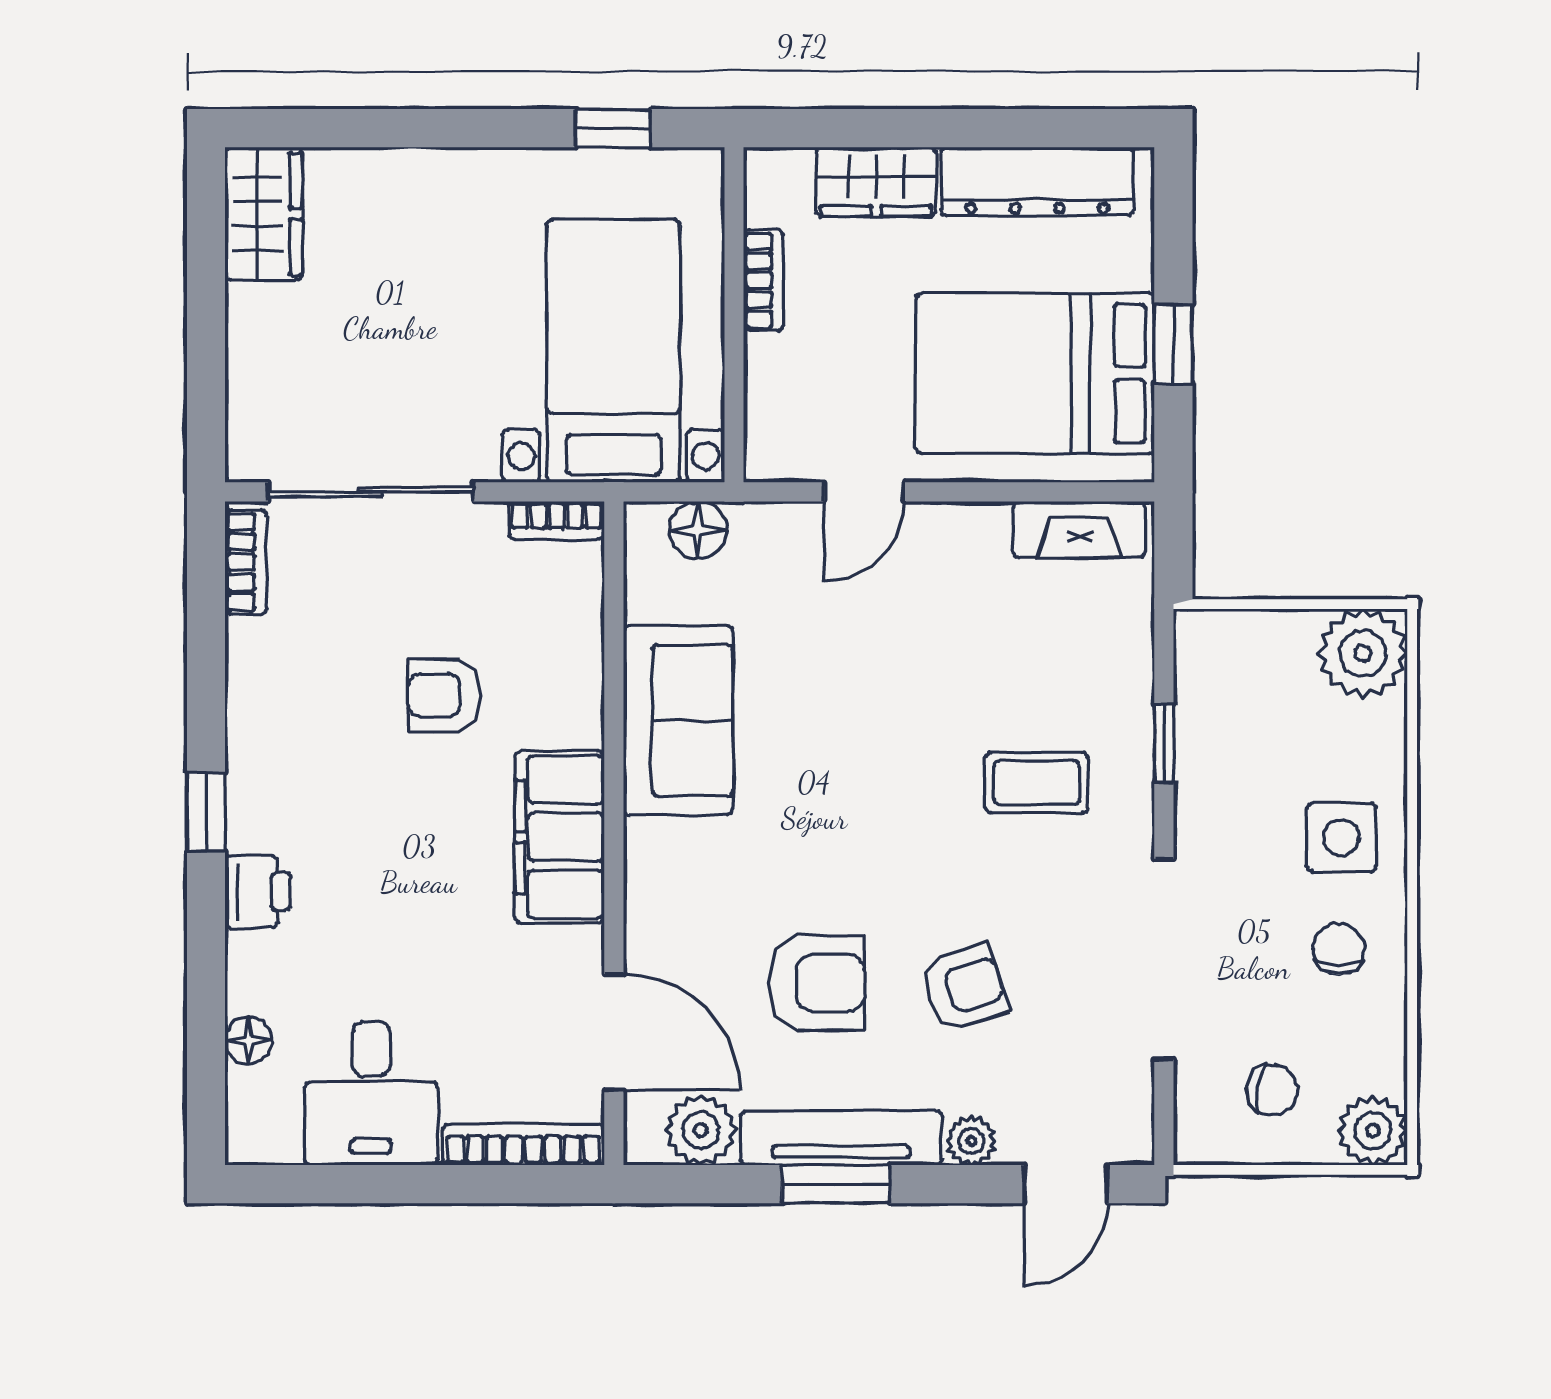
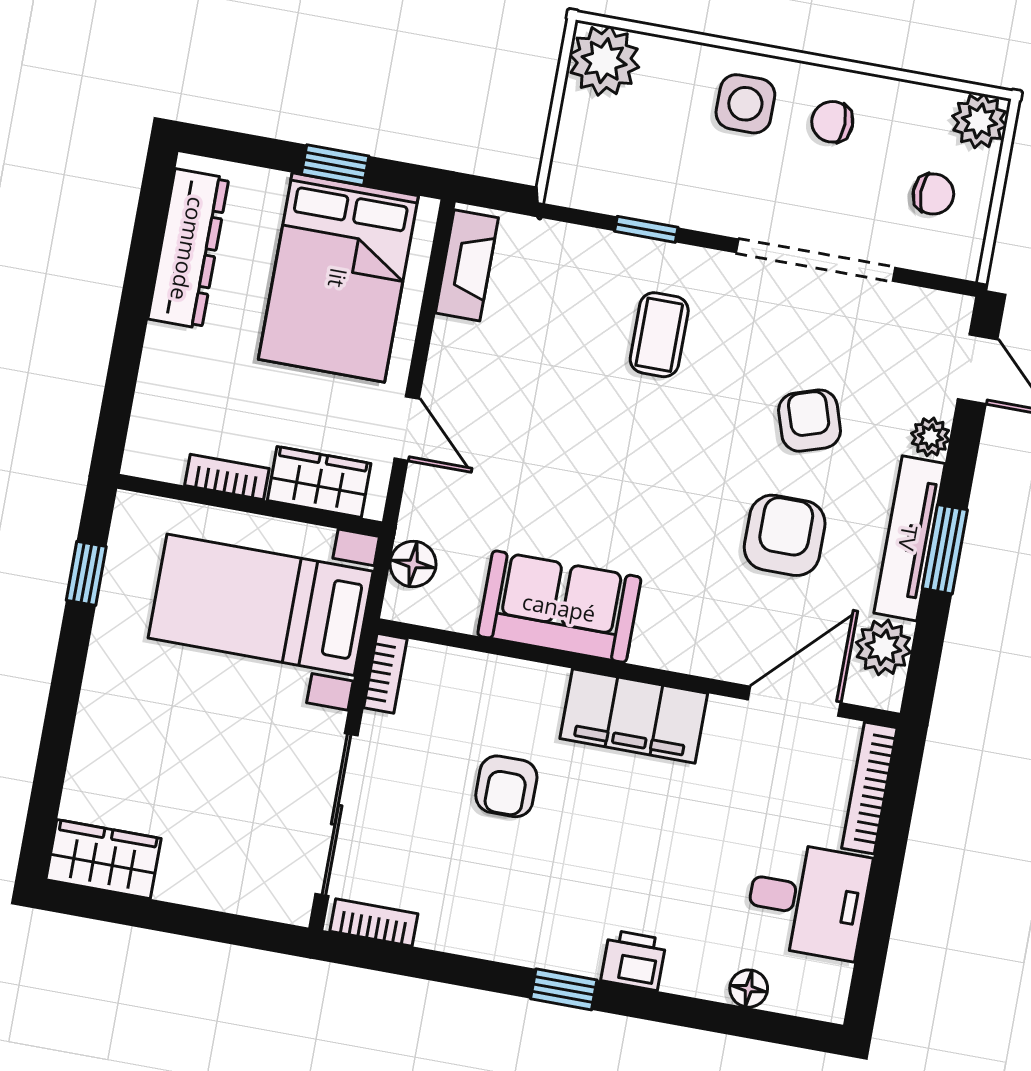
wardrobe: (876, 182) -> (319, 482), moved, turned -90
chair: (1272, 1090) -> (933, 194), turned 80

